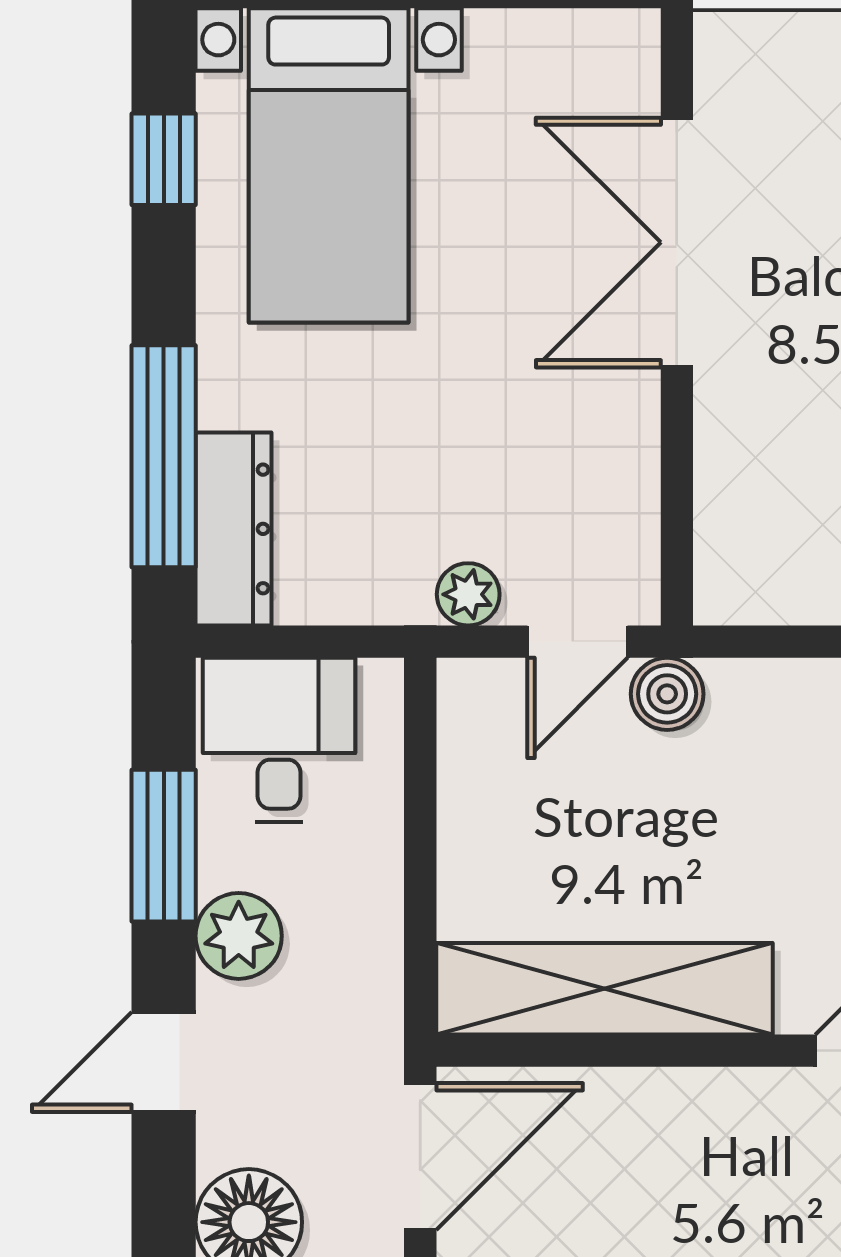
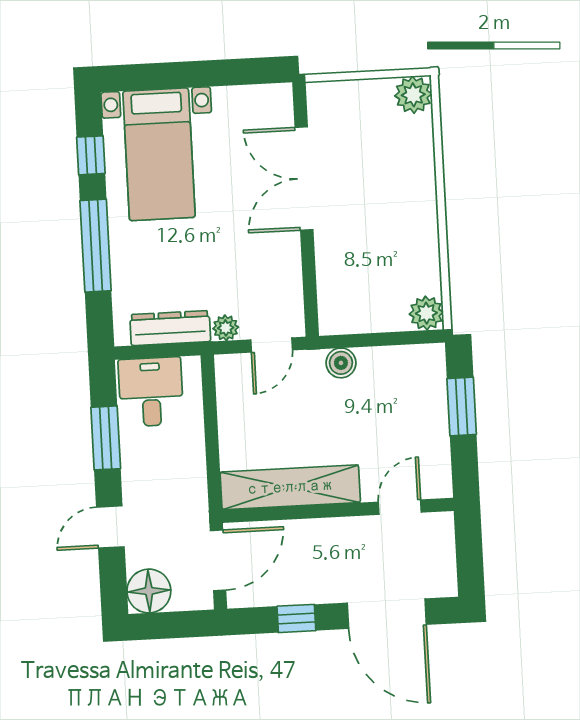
window: (164, 456) -> (96, 246), moved
dresser: (234, 529) -> (170, 328), moved, turned -90
boiler: (667, 694) -> (341, 363), moved
plant: (239, 936) -> (139, 473), removed

